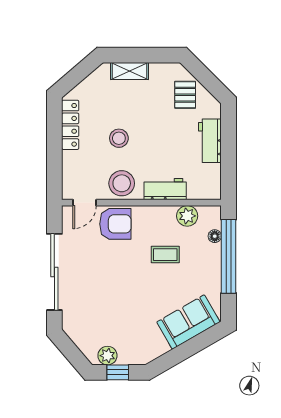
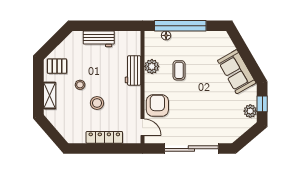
pallet: (185, 95) -> (57, 66), moved
locker: (70, 125) -> (104, 137), moved
stool: (122, 183) -> (80, 85), moved, width x0.53, depth x0.53
plant: (187, 216) -> (152, 66), moved
sofa: (188, 322) -> (237, 72), moved

